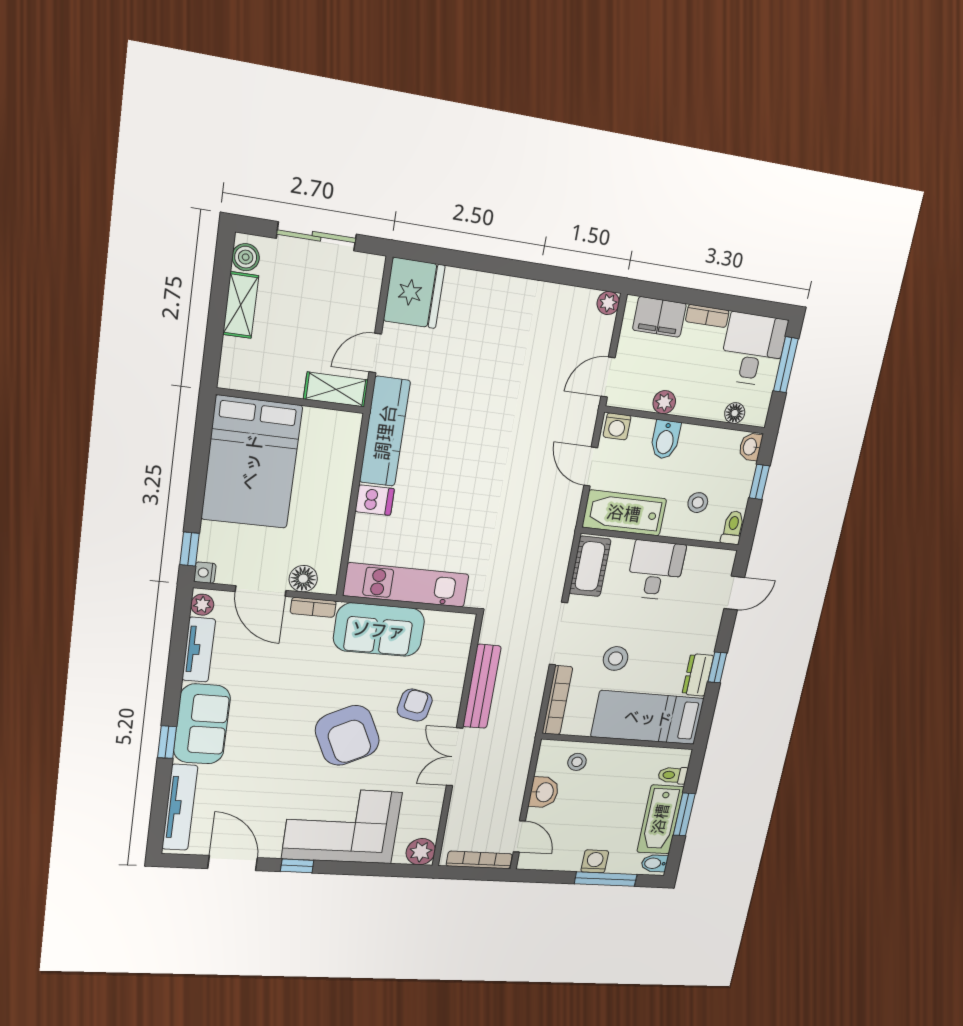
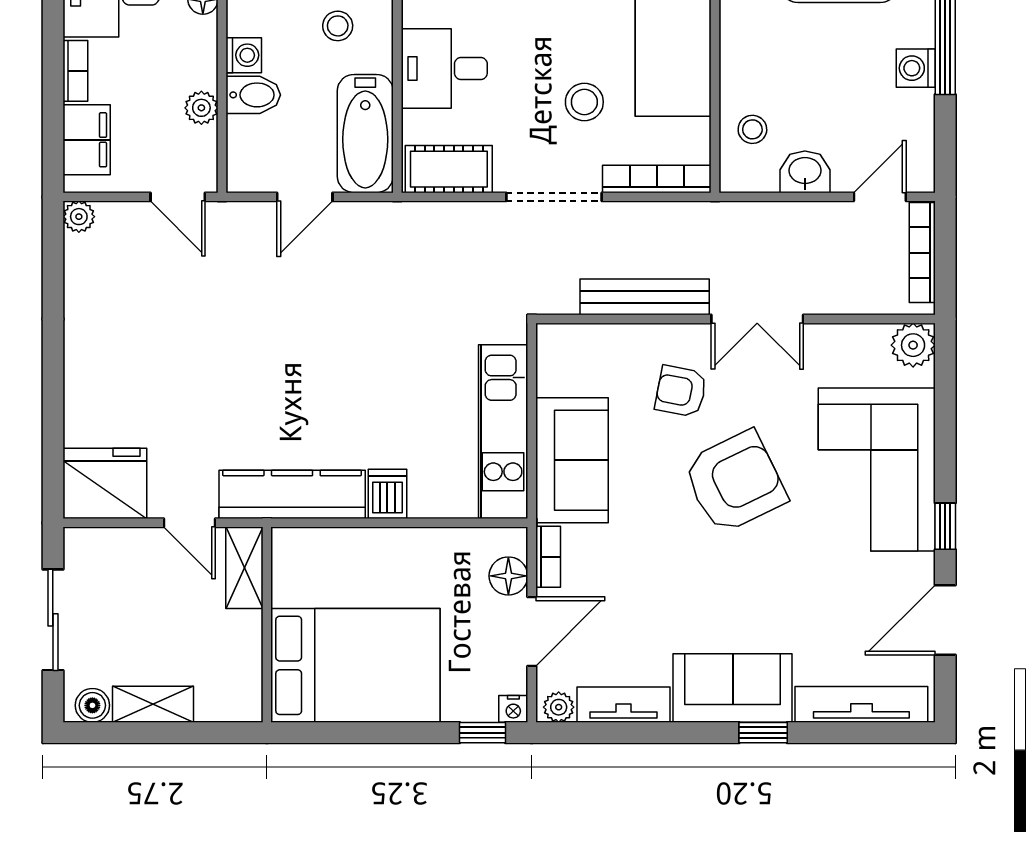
washing machine: (617, 426) -> (244, 55), moved

